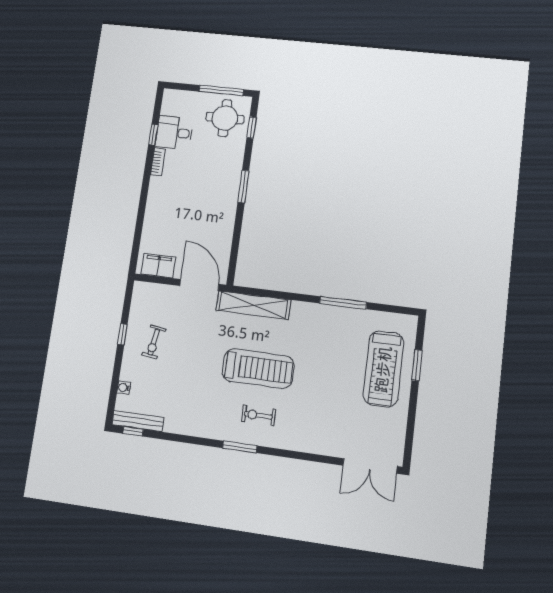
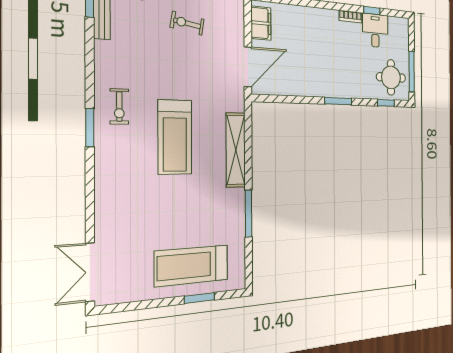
shelving: (253, 305) -> (236, 150), moved
exercise bike: (258, 415) -> (119, 107), moved, turned 180

